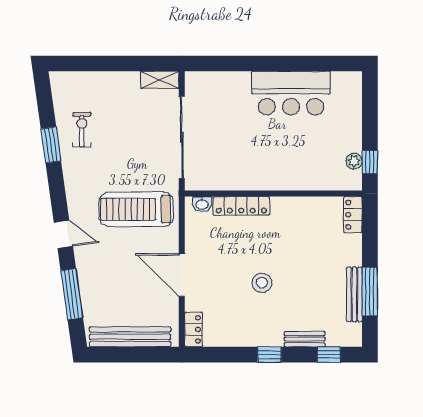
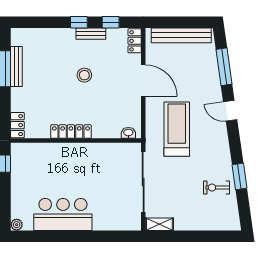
exercise bike: (82, 130) -> (217, 188), turned 90
plant: (354, 161) -> (17, 225), moved
locker: (241, 206) -> (71, 132), moved
treadmill: (136, 209) -> (177, 129), turned -90
bench: (305, 339) -> (91, 34), moved
window: (329, 355) -> (111, 22), moved

